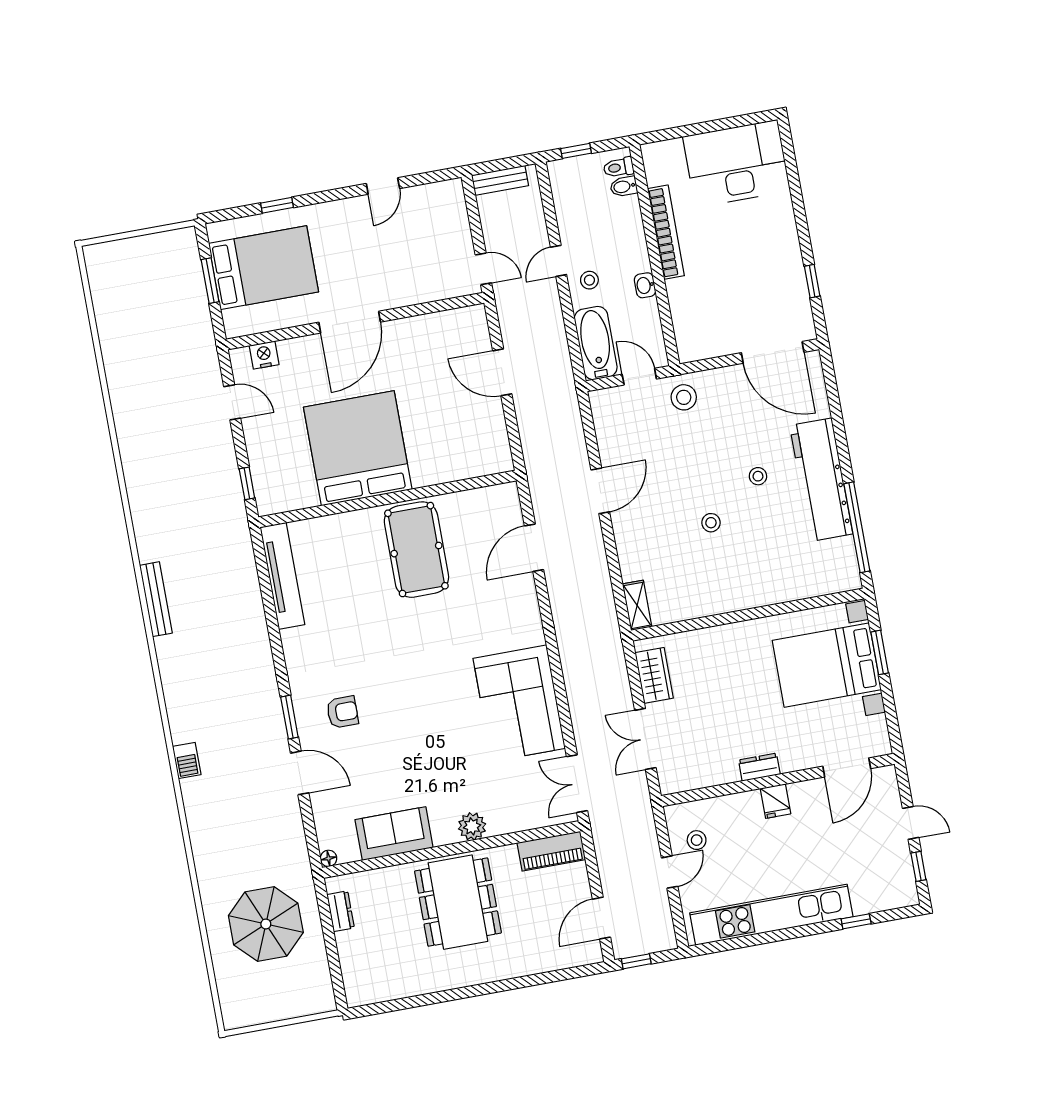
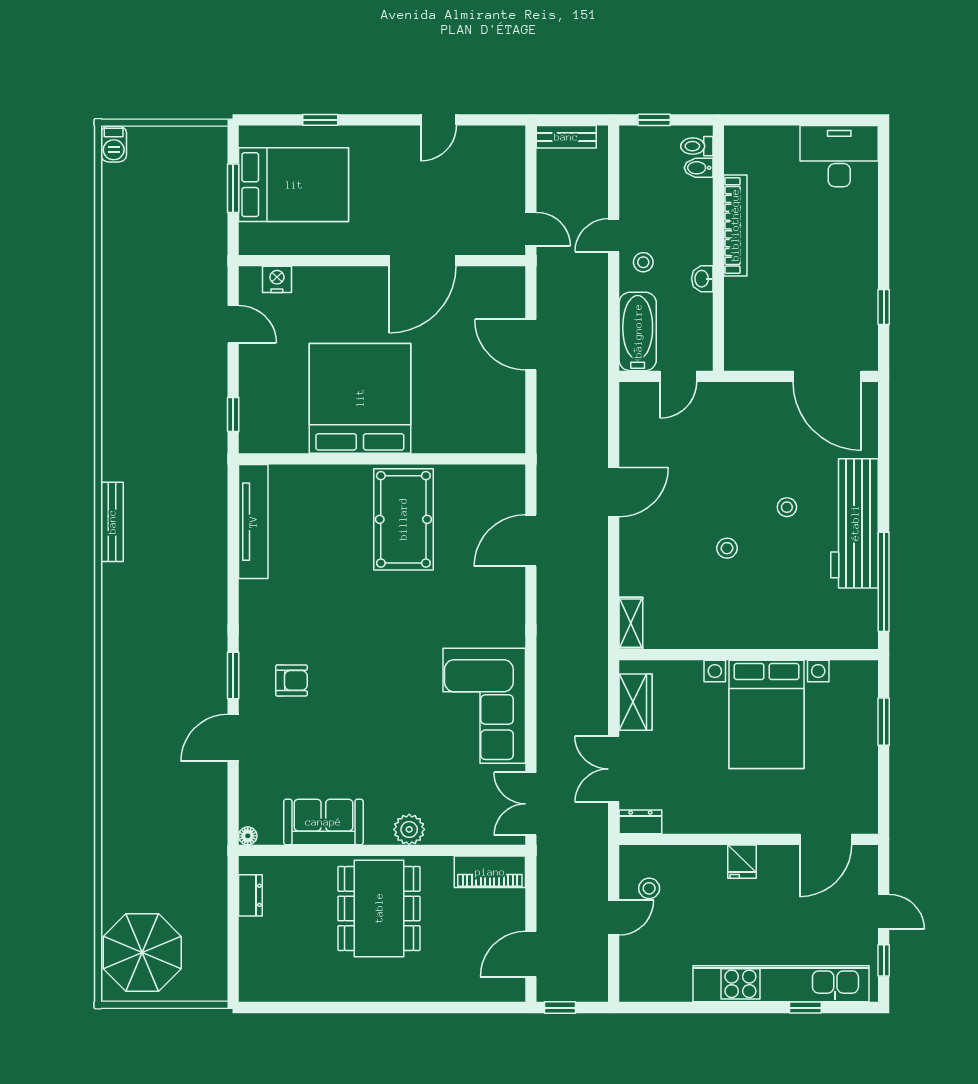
desk: (736, 164) -> (839, 156), width x0.73, depth x0.77
door: (350, 322) -> (422, 261), moved
door: (639, 377) -> (678, 376), swing flipped
stool: (684, 397) -> (722, 407), removed
bed with nightstands: (827, 665) -> (767, 714), moved, turned -90
barbecue: (187, 761) -> (114, 144), moved
dresser: (759, 767) -> (640, 822), moved
door: (300, 773) -> (233, 738), swing flipped
kitchen unit: (771, 915) -> (781, 984), moved
parasol: (266, 924) -> (142, 953), moved

